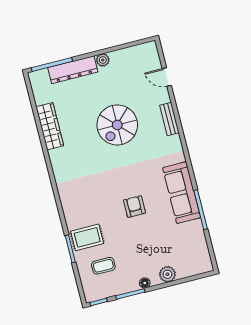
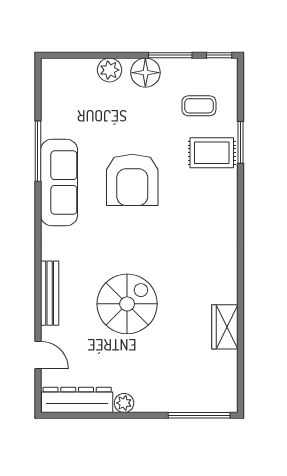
dresser: (73, 70) -> (77, 400), moved
bench: (169, 119) -> (50, 293), width x1.36
wardrobe: (50, 126) -> (225, 327), width x0.67
armchair: (134, 207) -> (132, 180), width x1.88, depth x1.88
floor lamp: (145, 283) -> (145, 73), width x1.89, depth x1.89

